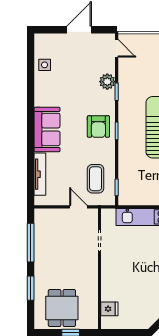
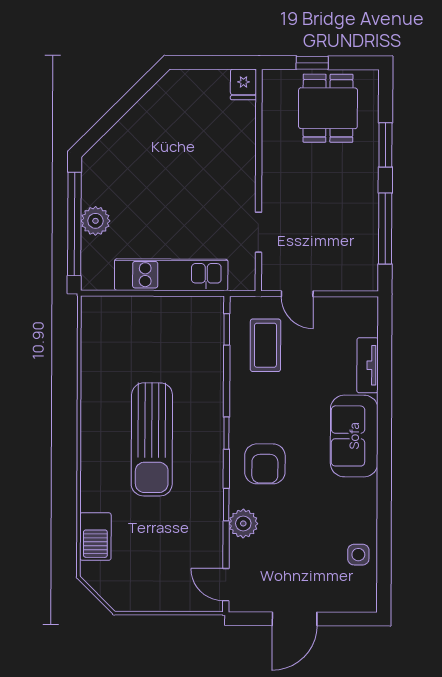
armchair: (98, 127) -> (265, 464), moved, turned 180
tv unit: (40, 174) -> (368, 365), width x0.71
fridge: (109, 309) -> (243, 84), moved, turned -90

